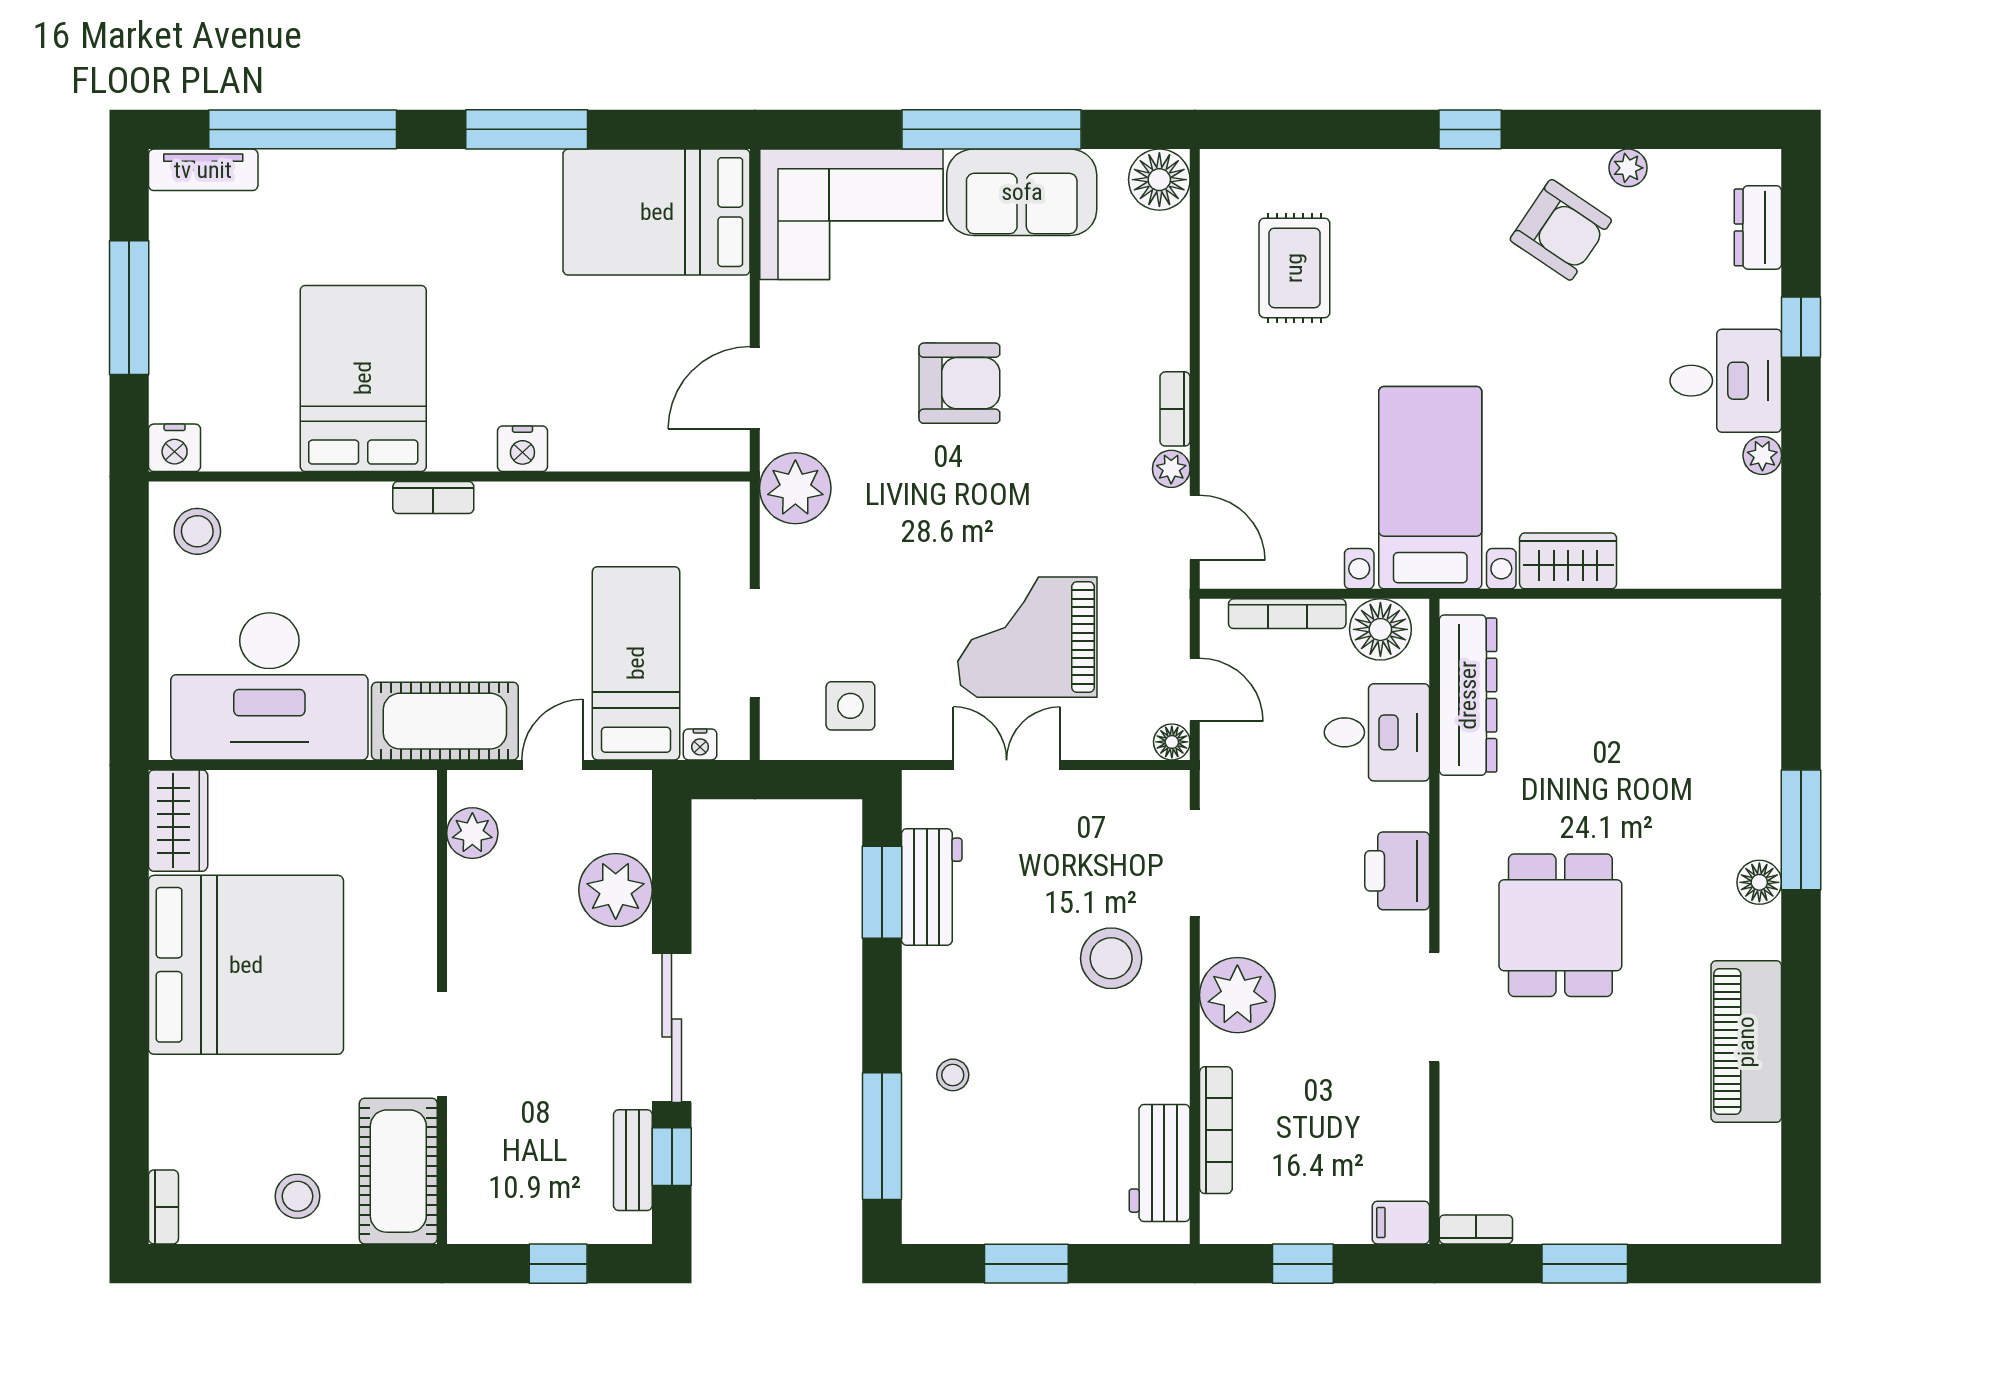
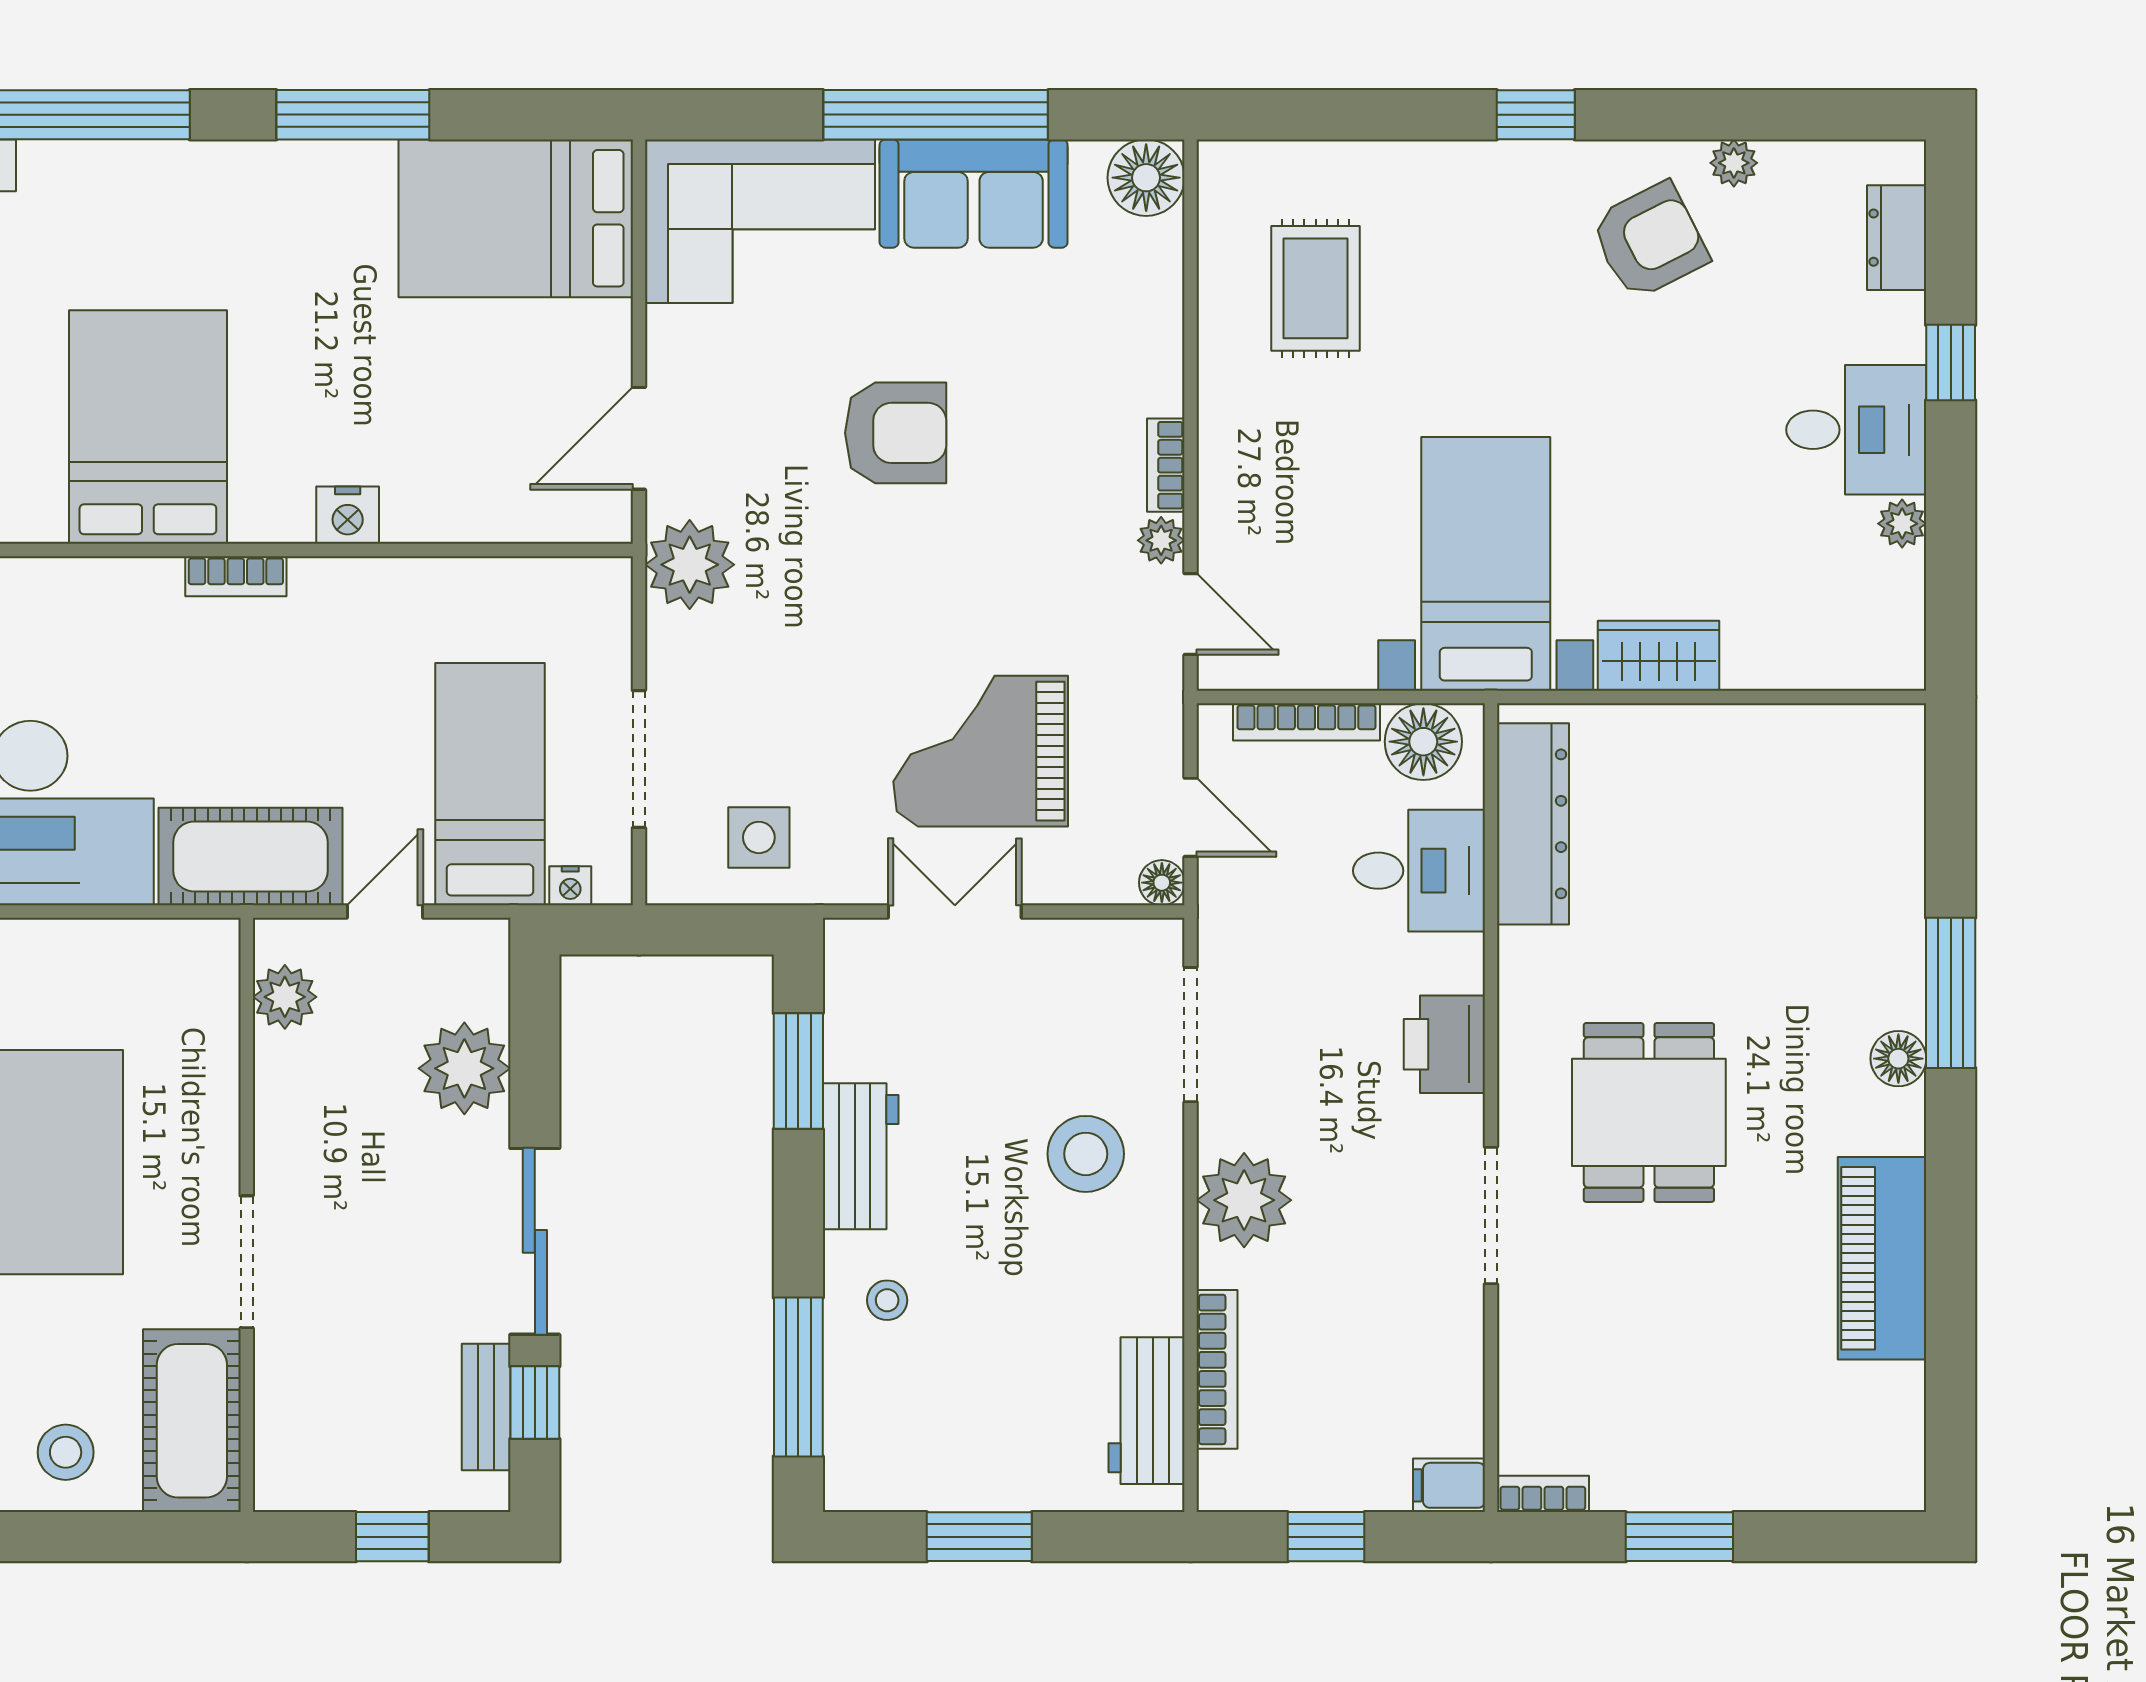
armchair: (1561, 230) -> (1649, 241), turned -61
workbench: (932, 887) -> (861, 1156), moved

